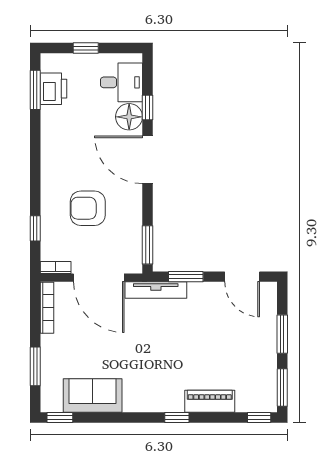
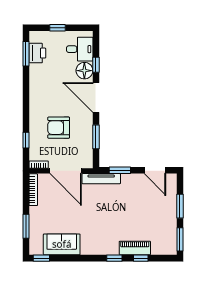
window: (148, 245) -> (96, 137), moved
window: (259, 417) -> (141, 258), moved

